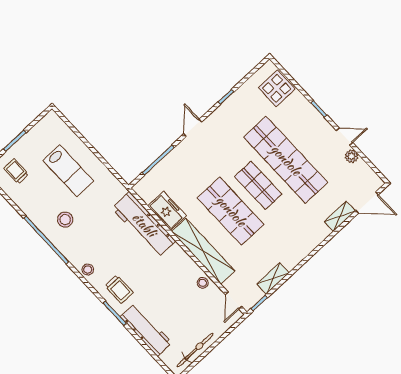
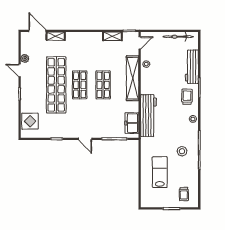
door: (193, 128) -> (85, 139), hinge flipped
freezer: (167, 211) -> (132, 123), moved
shop shelf: (231, 211) -> (103, 85), width x0.70, depth x0.74

